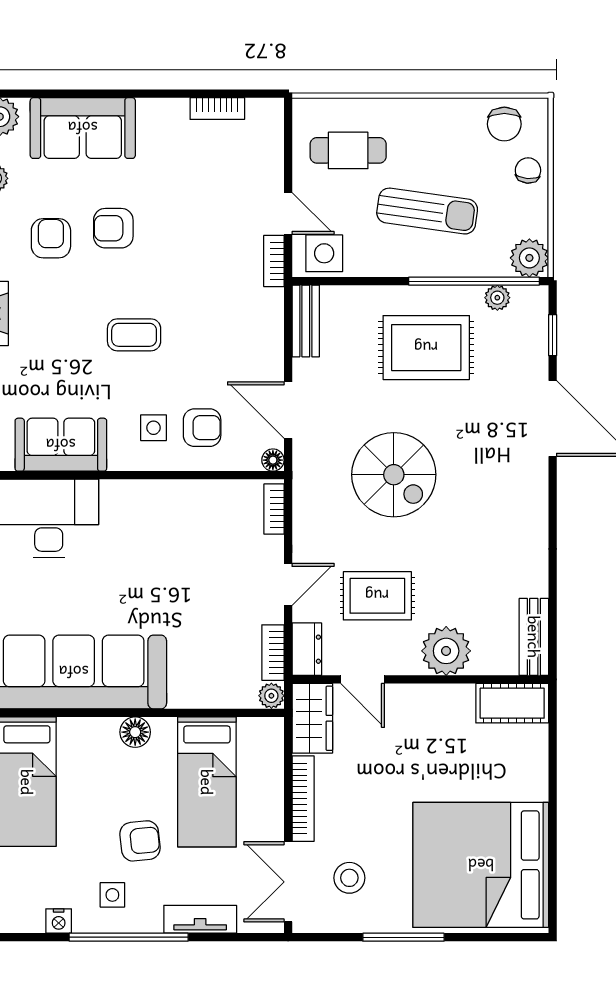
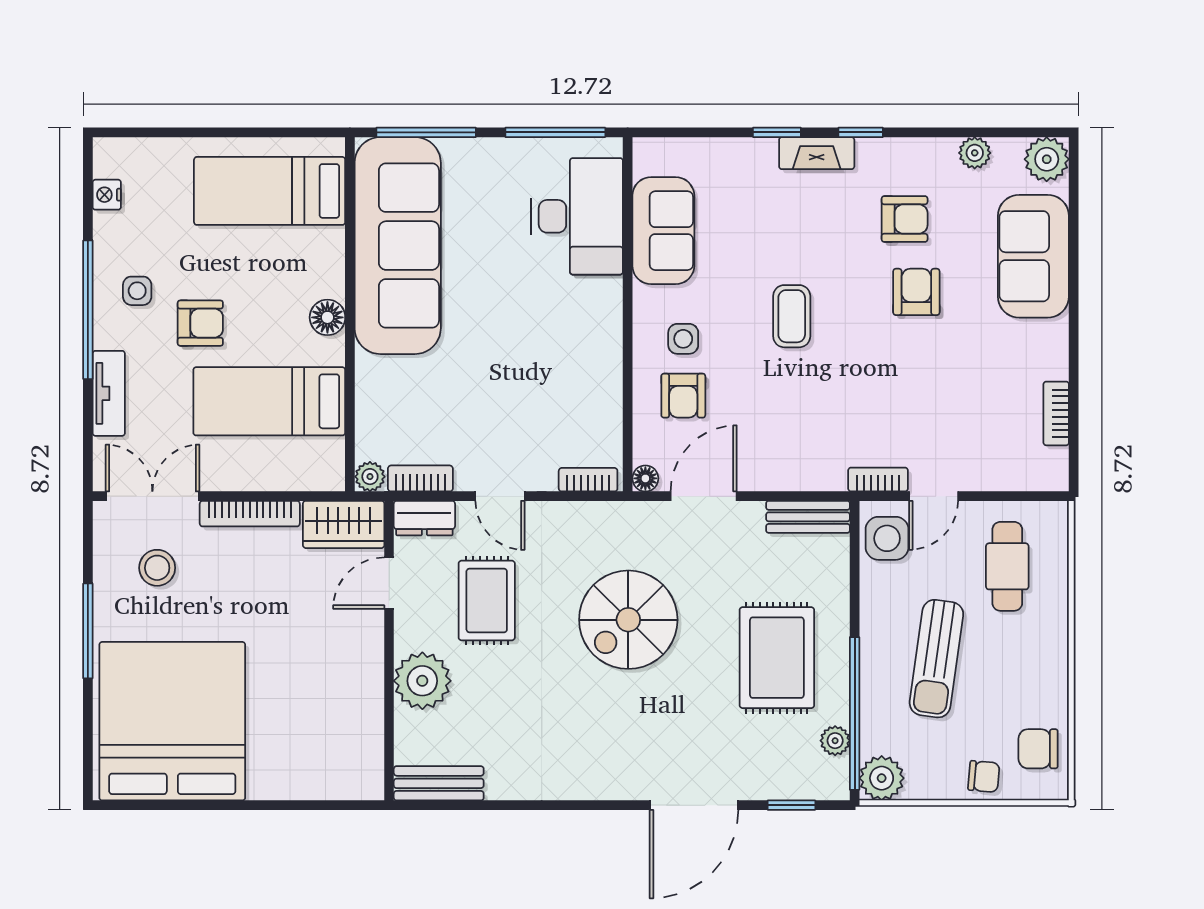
cot: (512, 703) -> (361, 758), removed
armchair: (140, 841) -> (200, 323), turned -84
nightstand: (59, 921) -> (107, 195), moved

